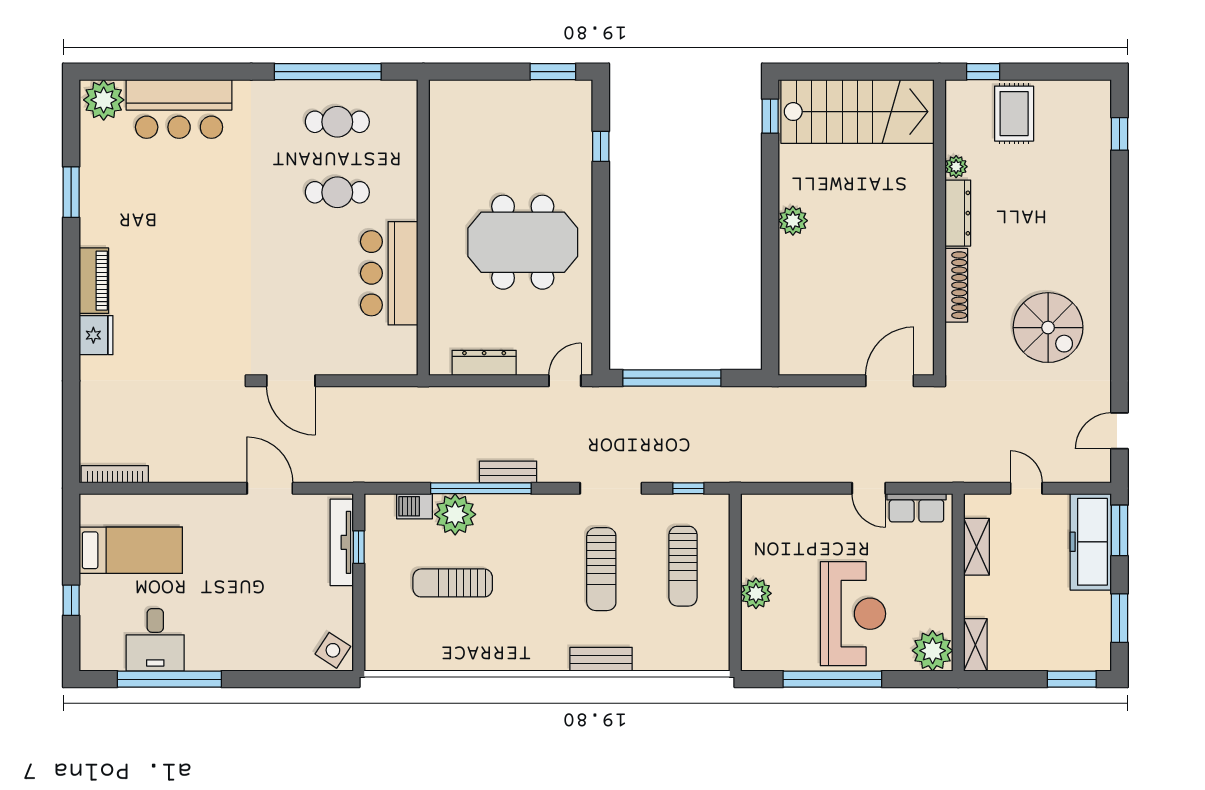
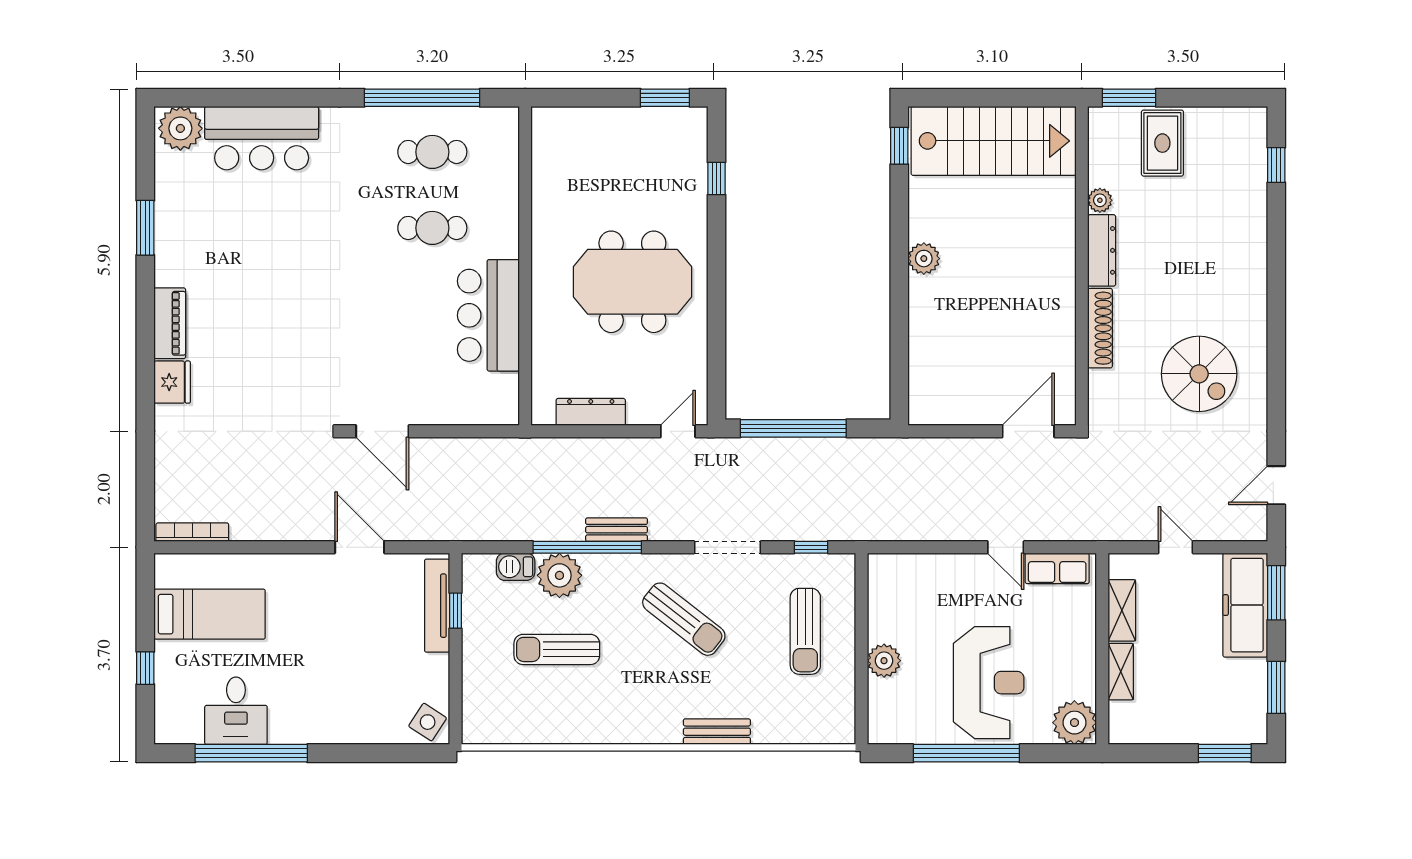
window: (983, 72) -> (1129, 98), width x1.50
sun lounger: (601, 569) -> (684, 619), moved, turned -52
shelving: (975, 645) -> (1121, 672), moved

